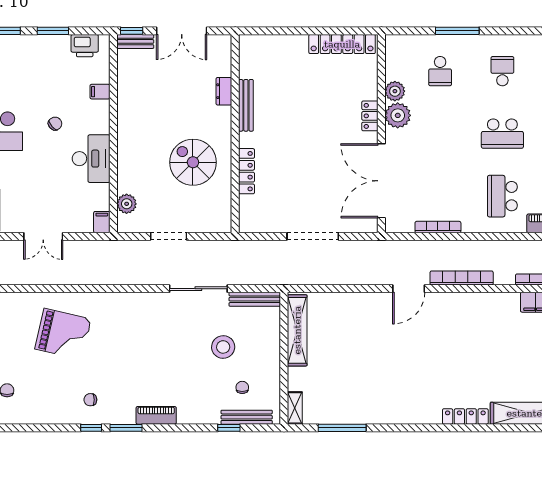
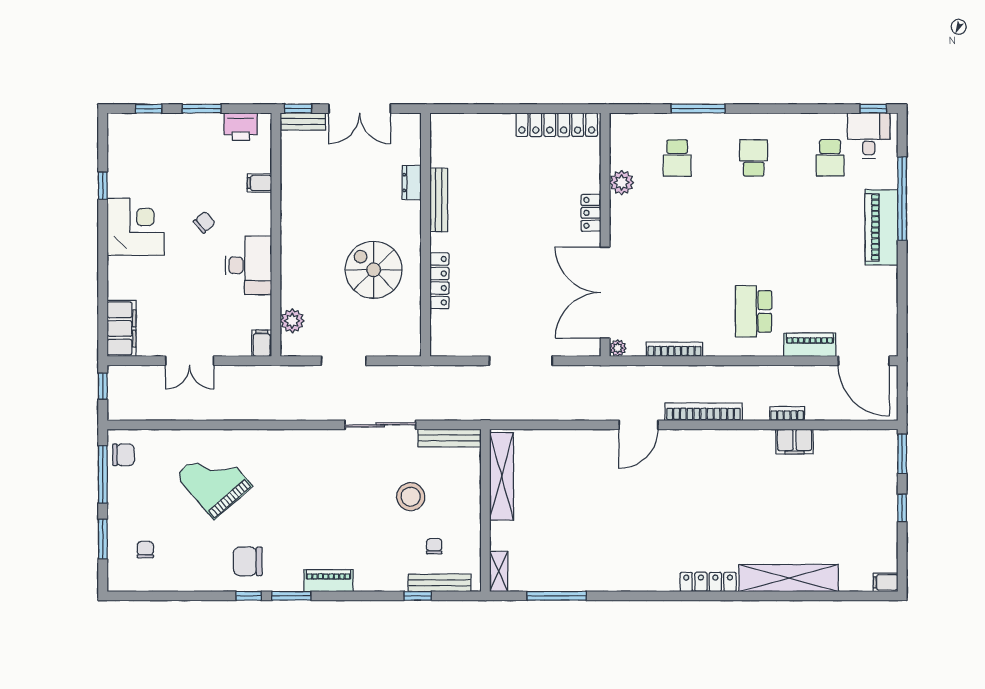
plant: (398, 115) -> (618, 348), moved, width x0.53, depth x0.53
school desk: (502, 134) -> (754, 235), removed
grand piano: (63, 334) -> (214, 481), turned -144
chair: (90, 400) -> (248, 561), width x1.87, depth x1.87

